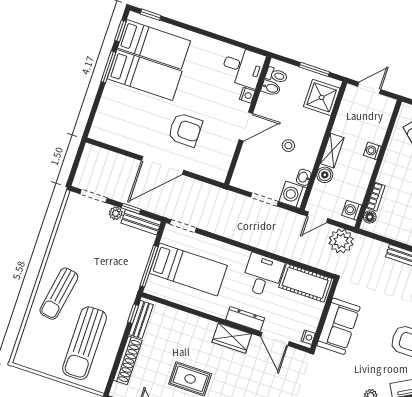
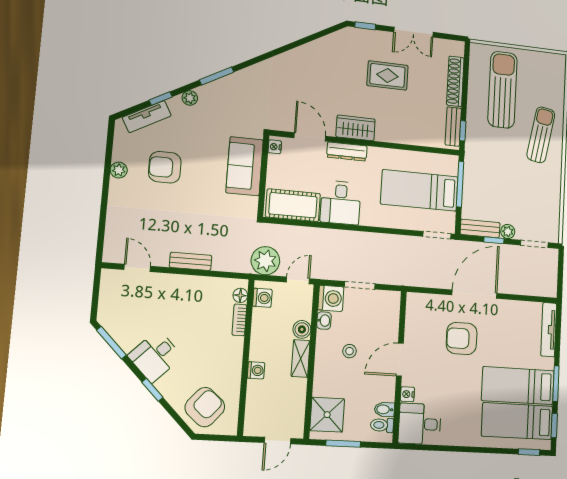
tv unit: (102, 116) -> (549, 330), added

